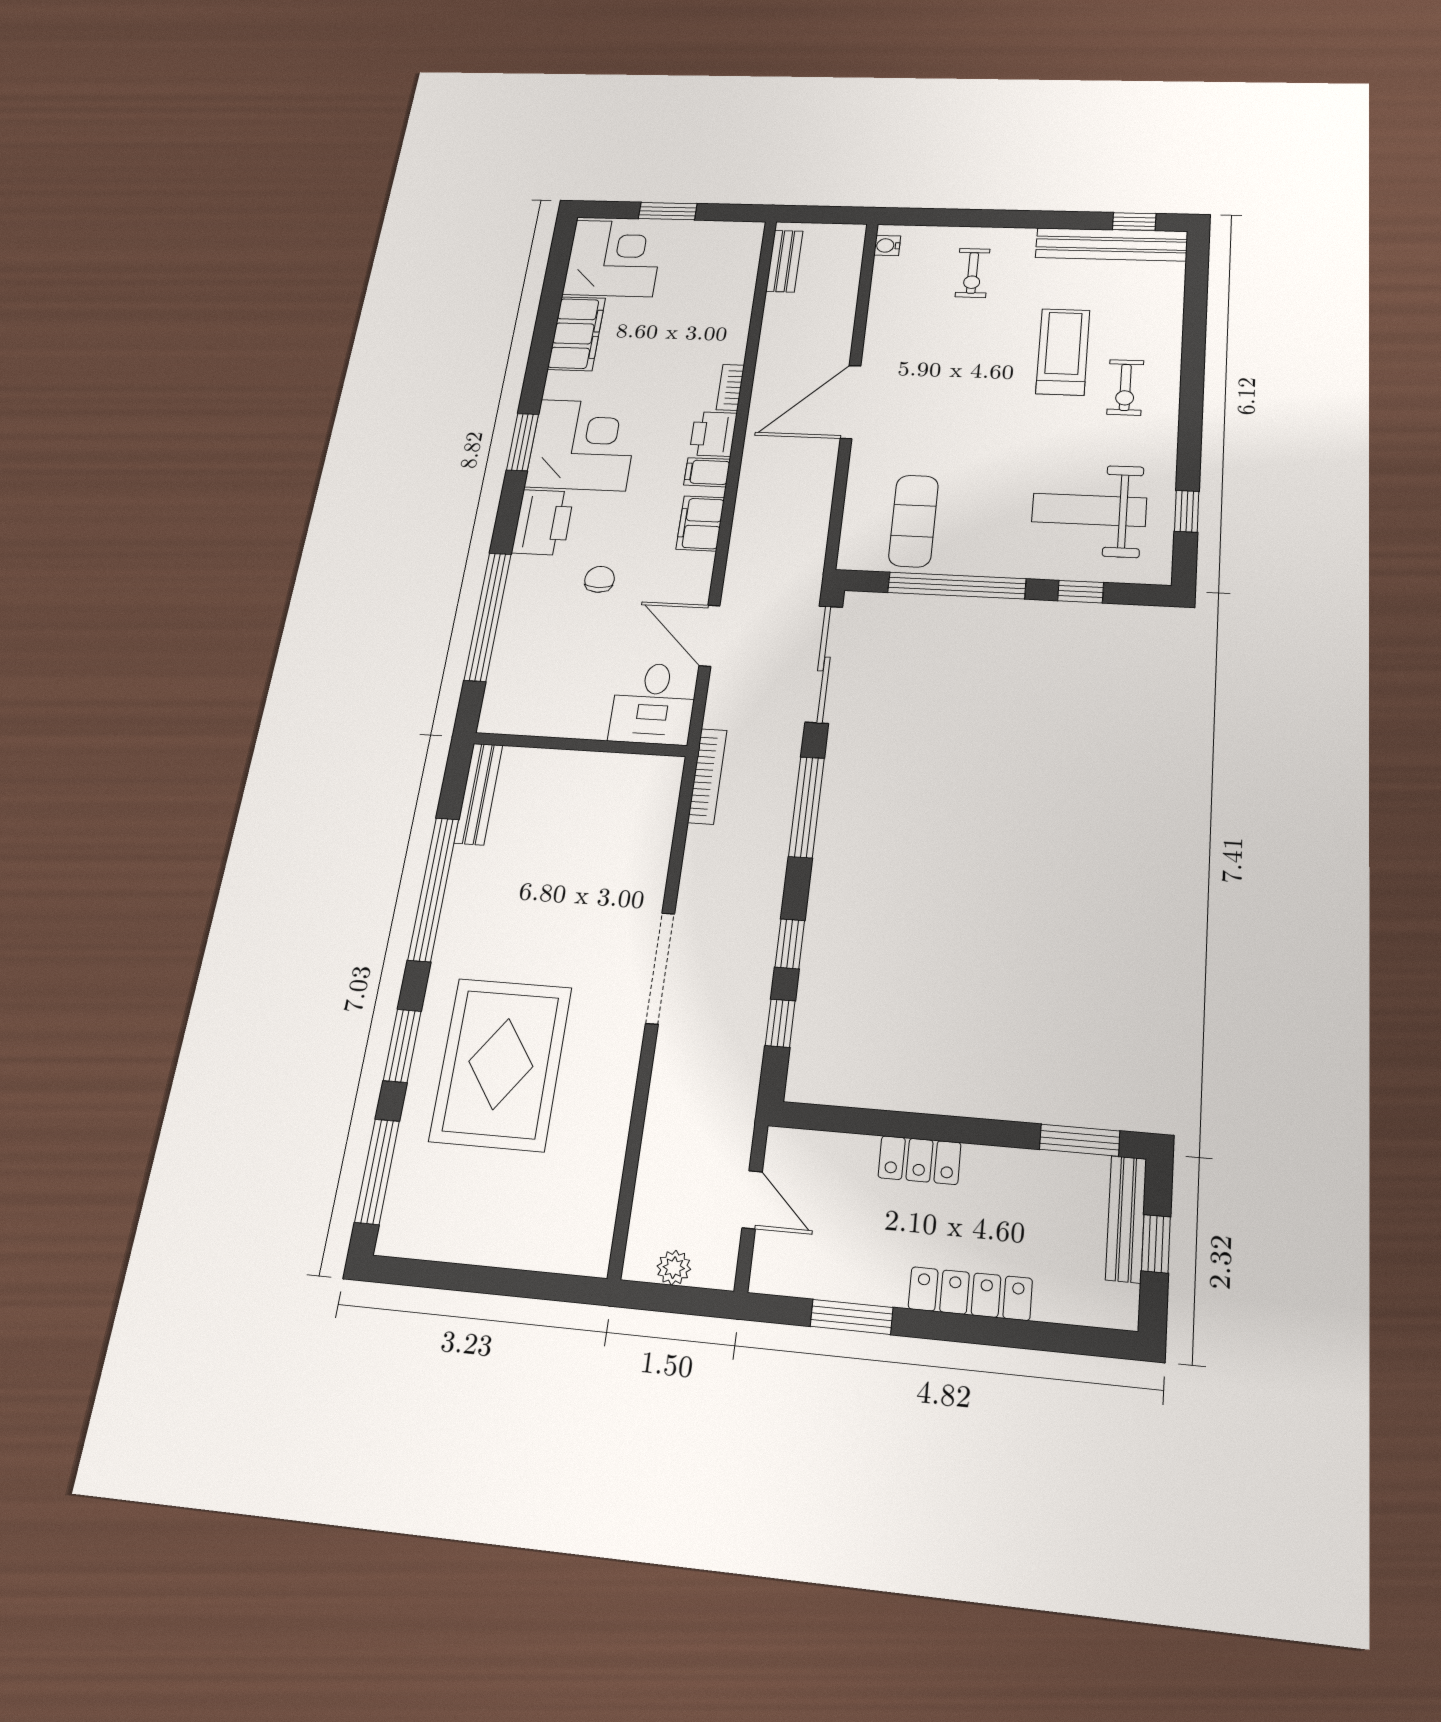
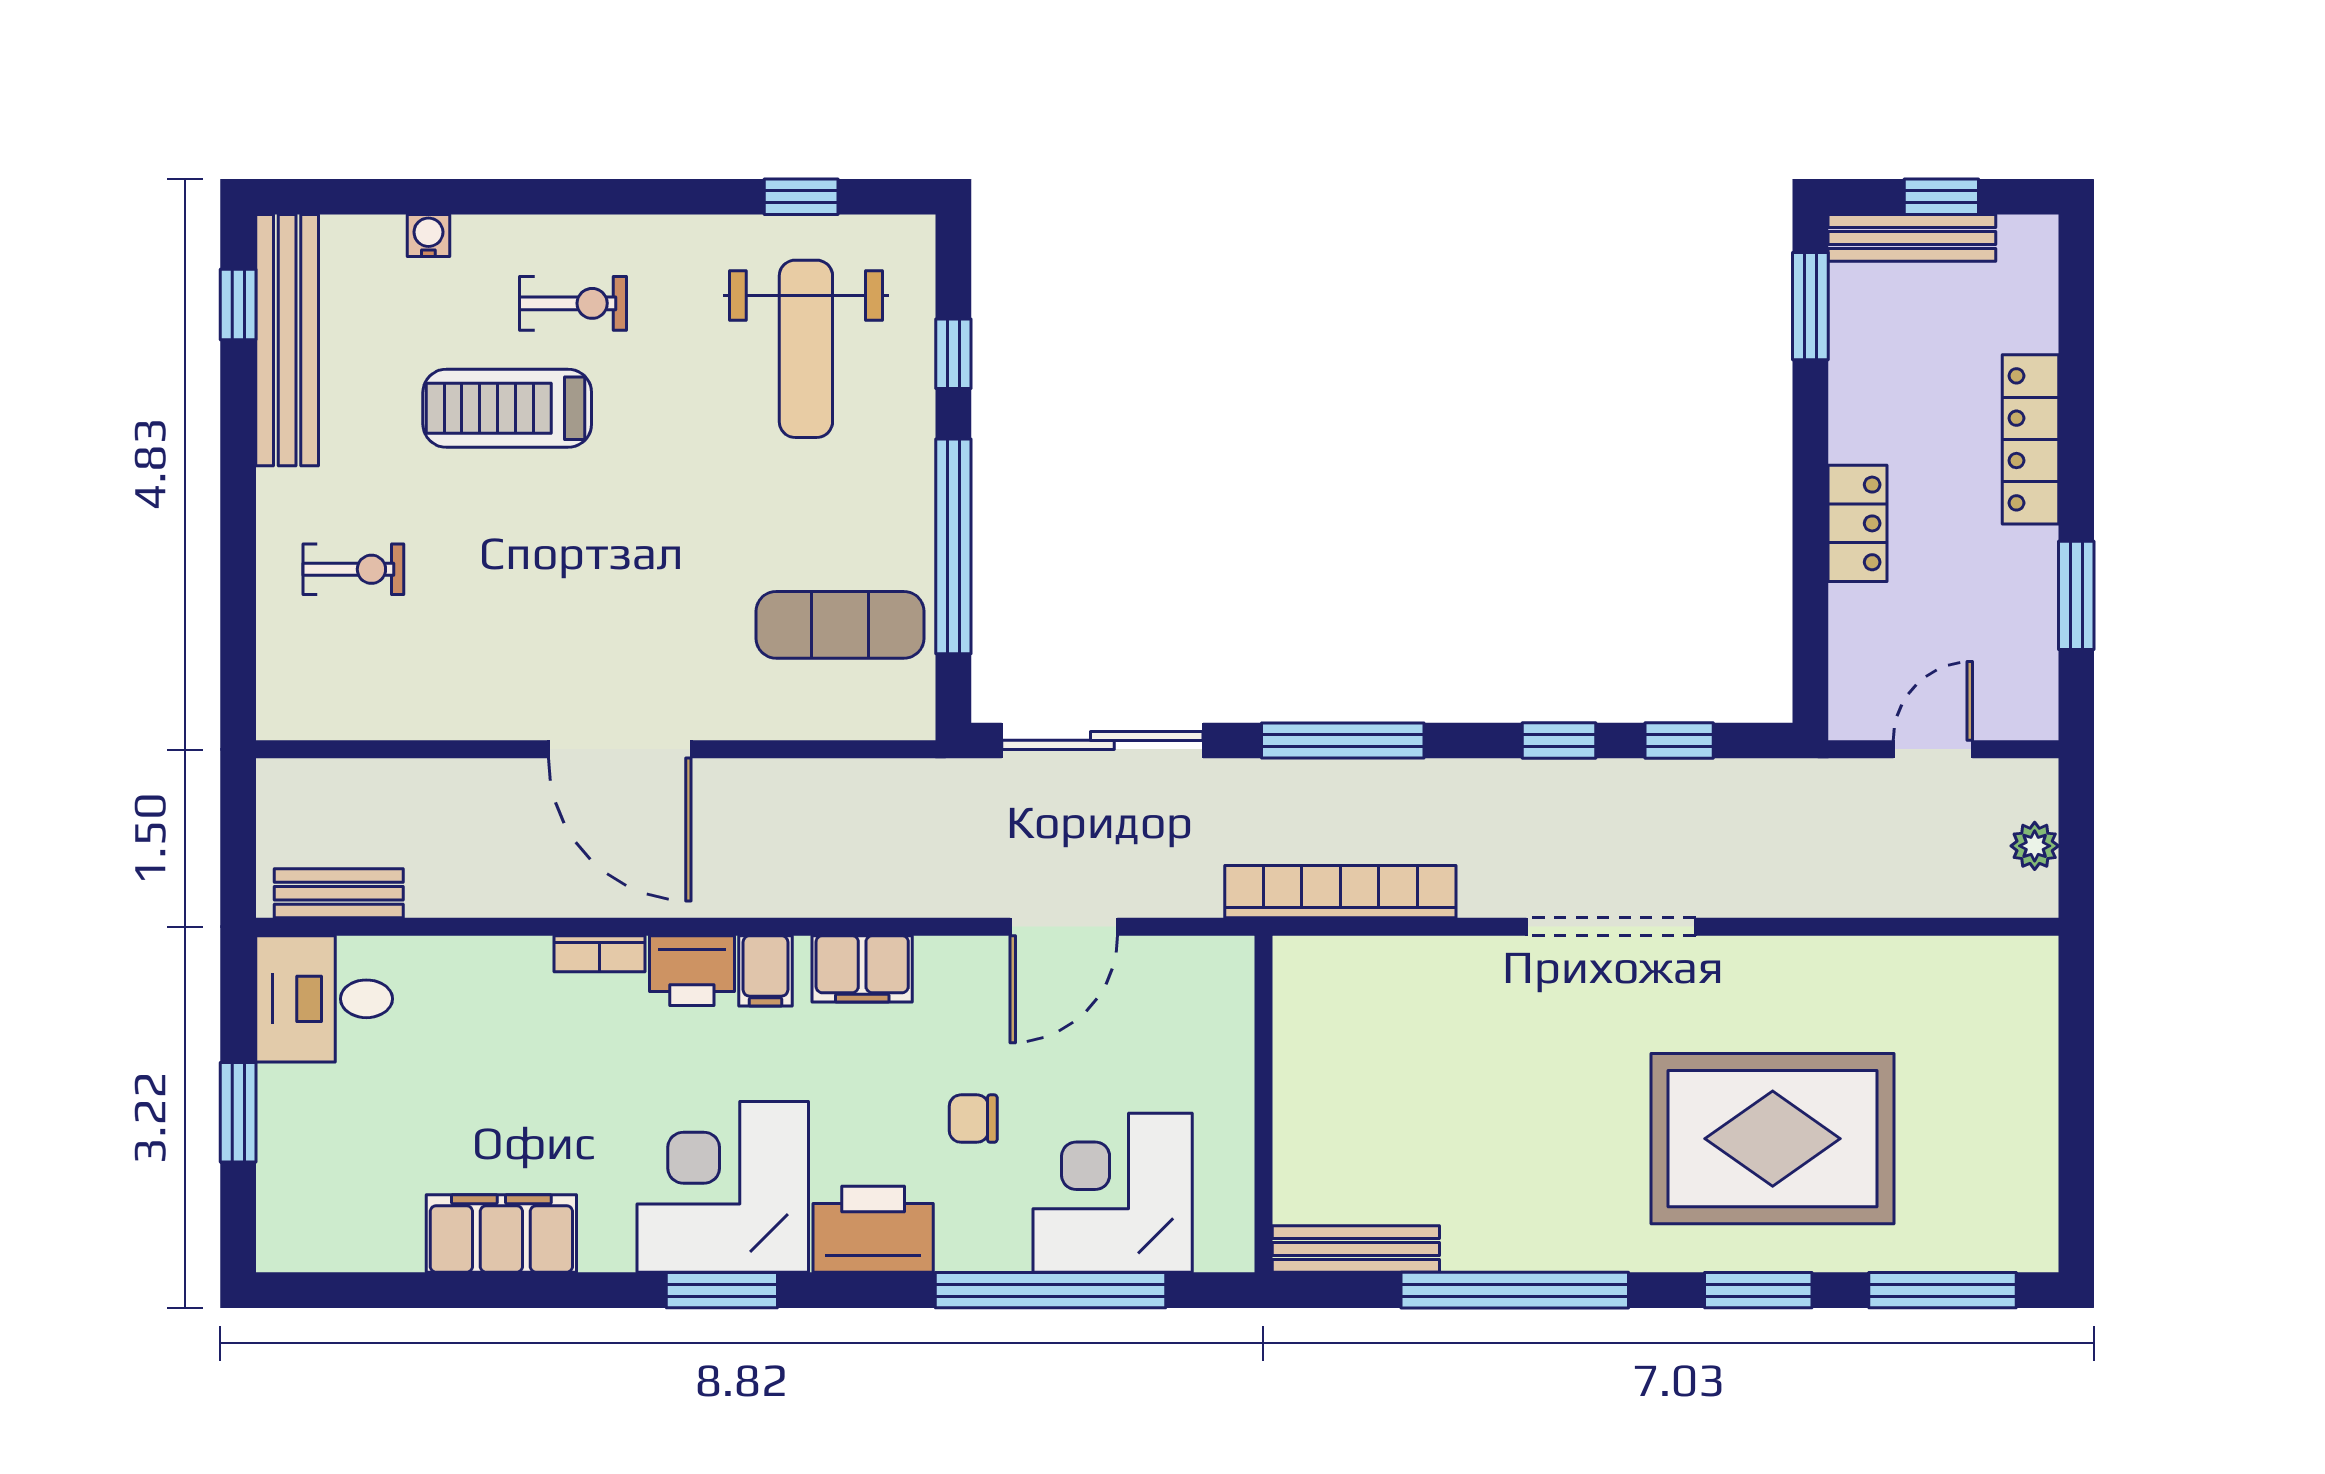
water cooler: (887, 246) -> (428, 236), moved, turned 180
corner desk: (614, 258) -> (1113, 1193), moved
desk: (653, 704) -> (324, 999), moved, turned 180
bookcase: (707, 776) -> (1340, 892), width x1.48, depth x1.31

